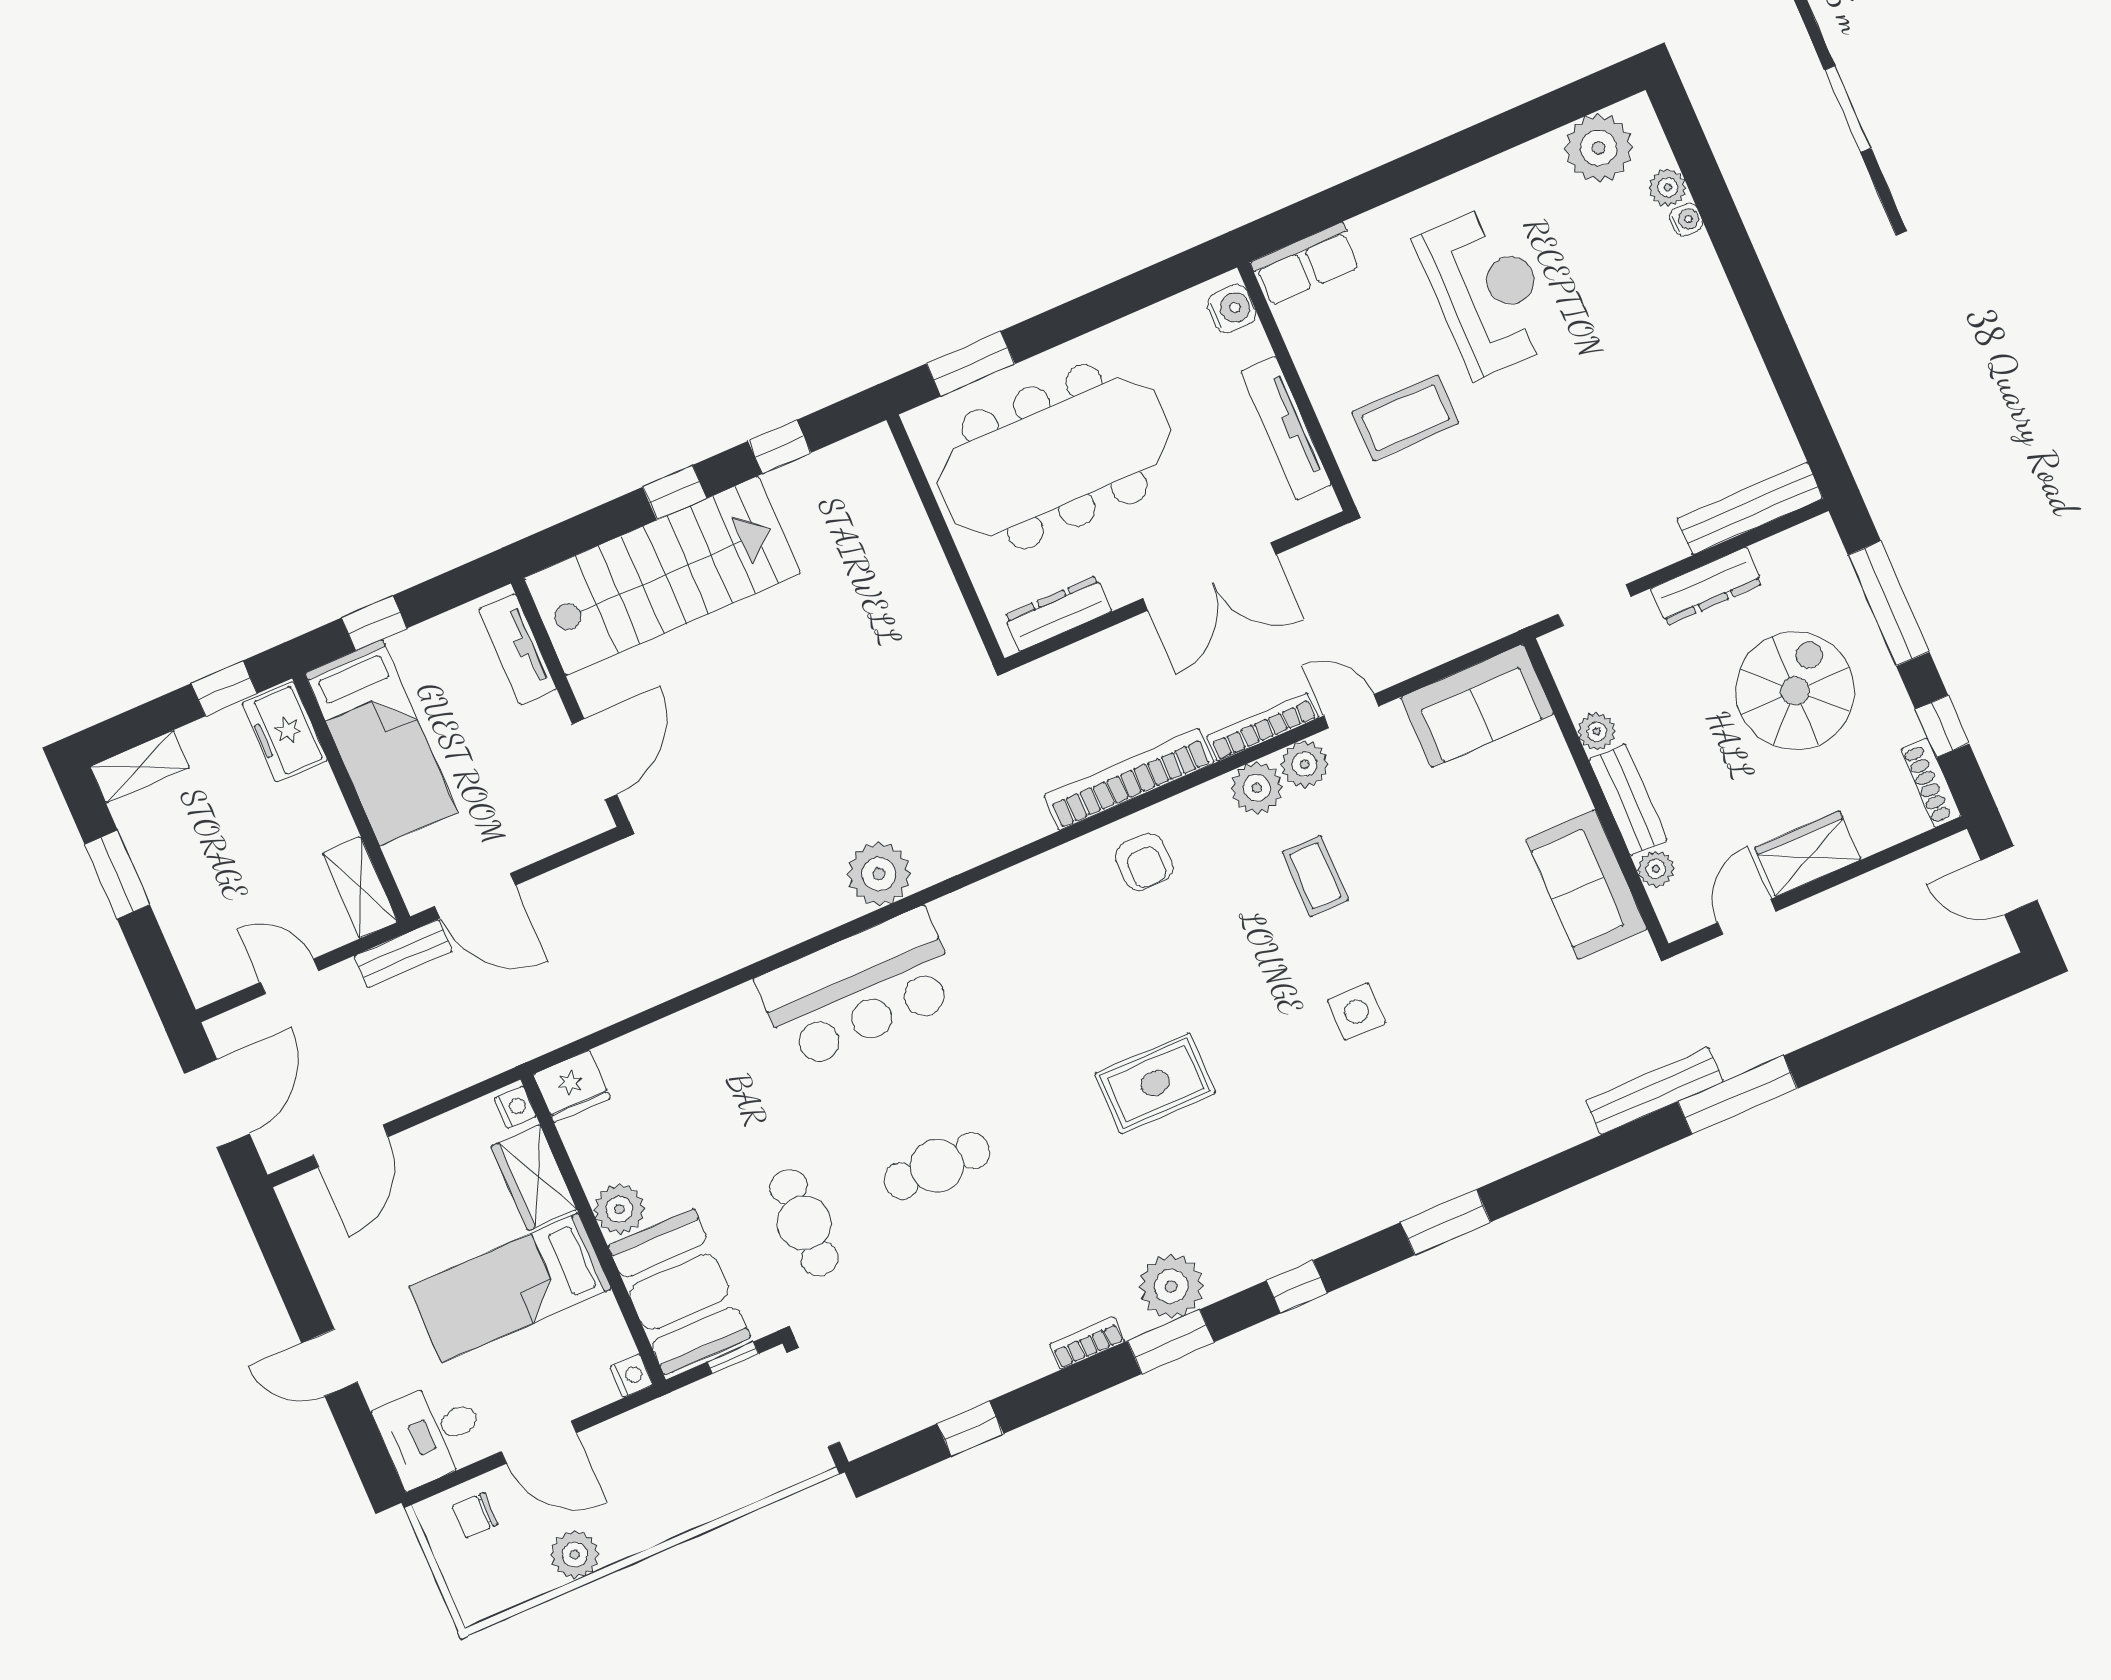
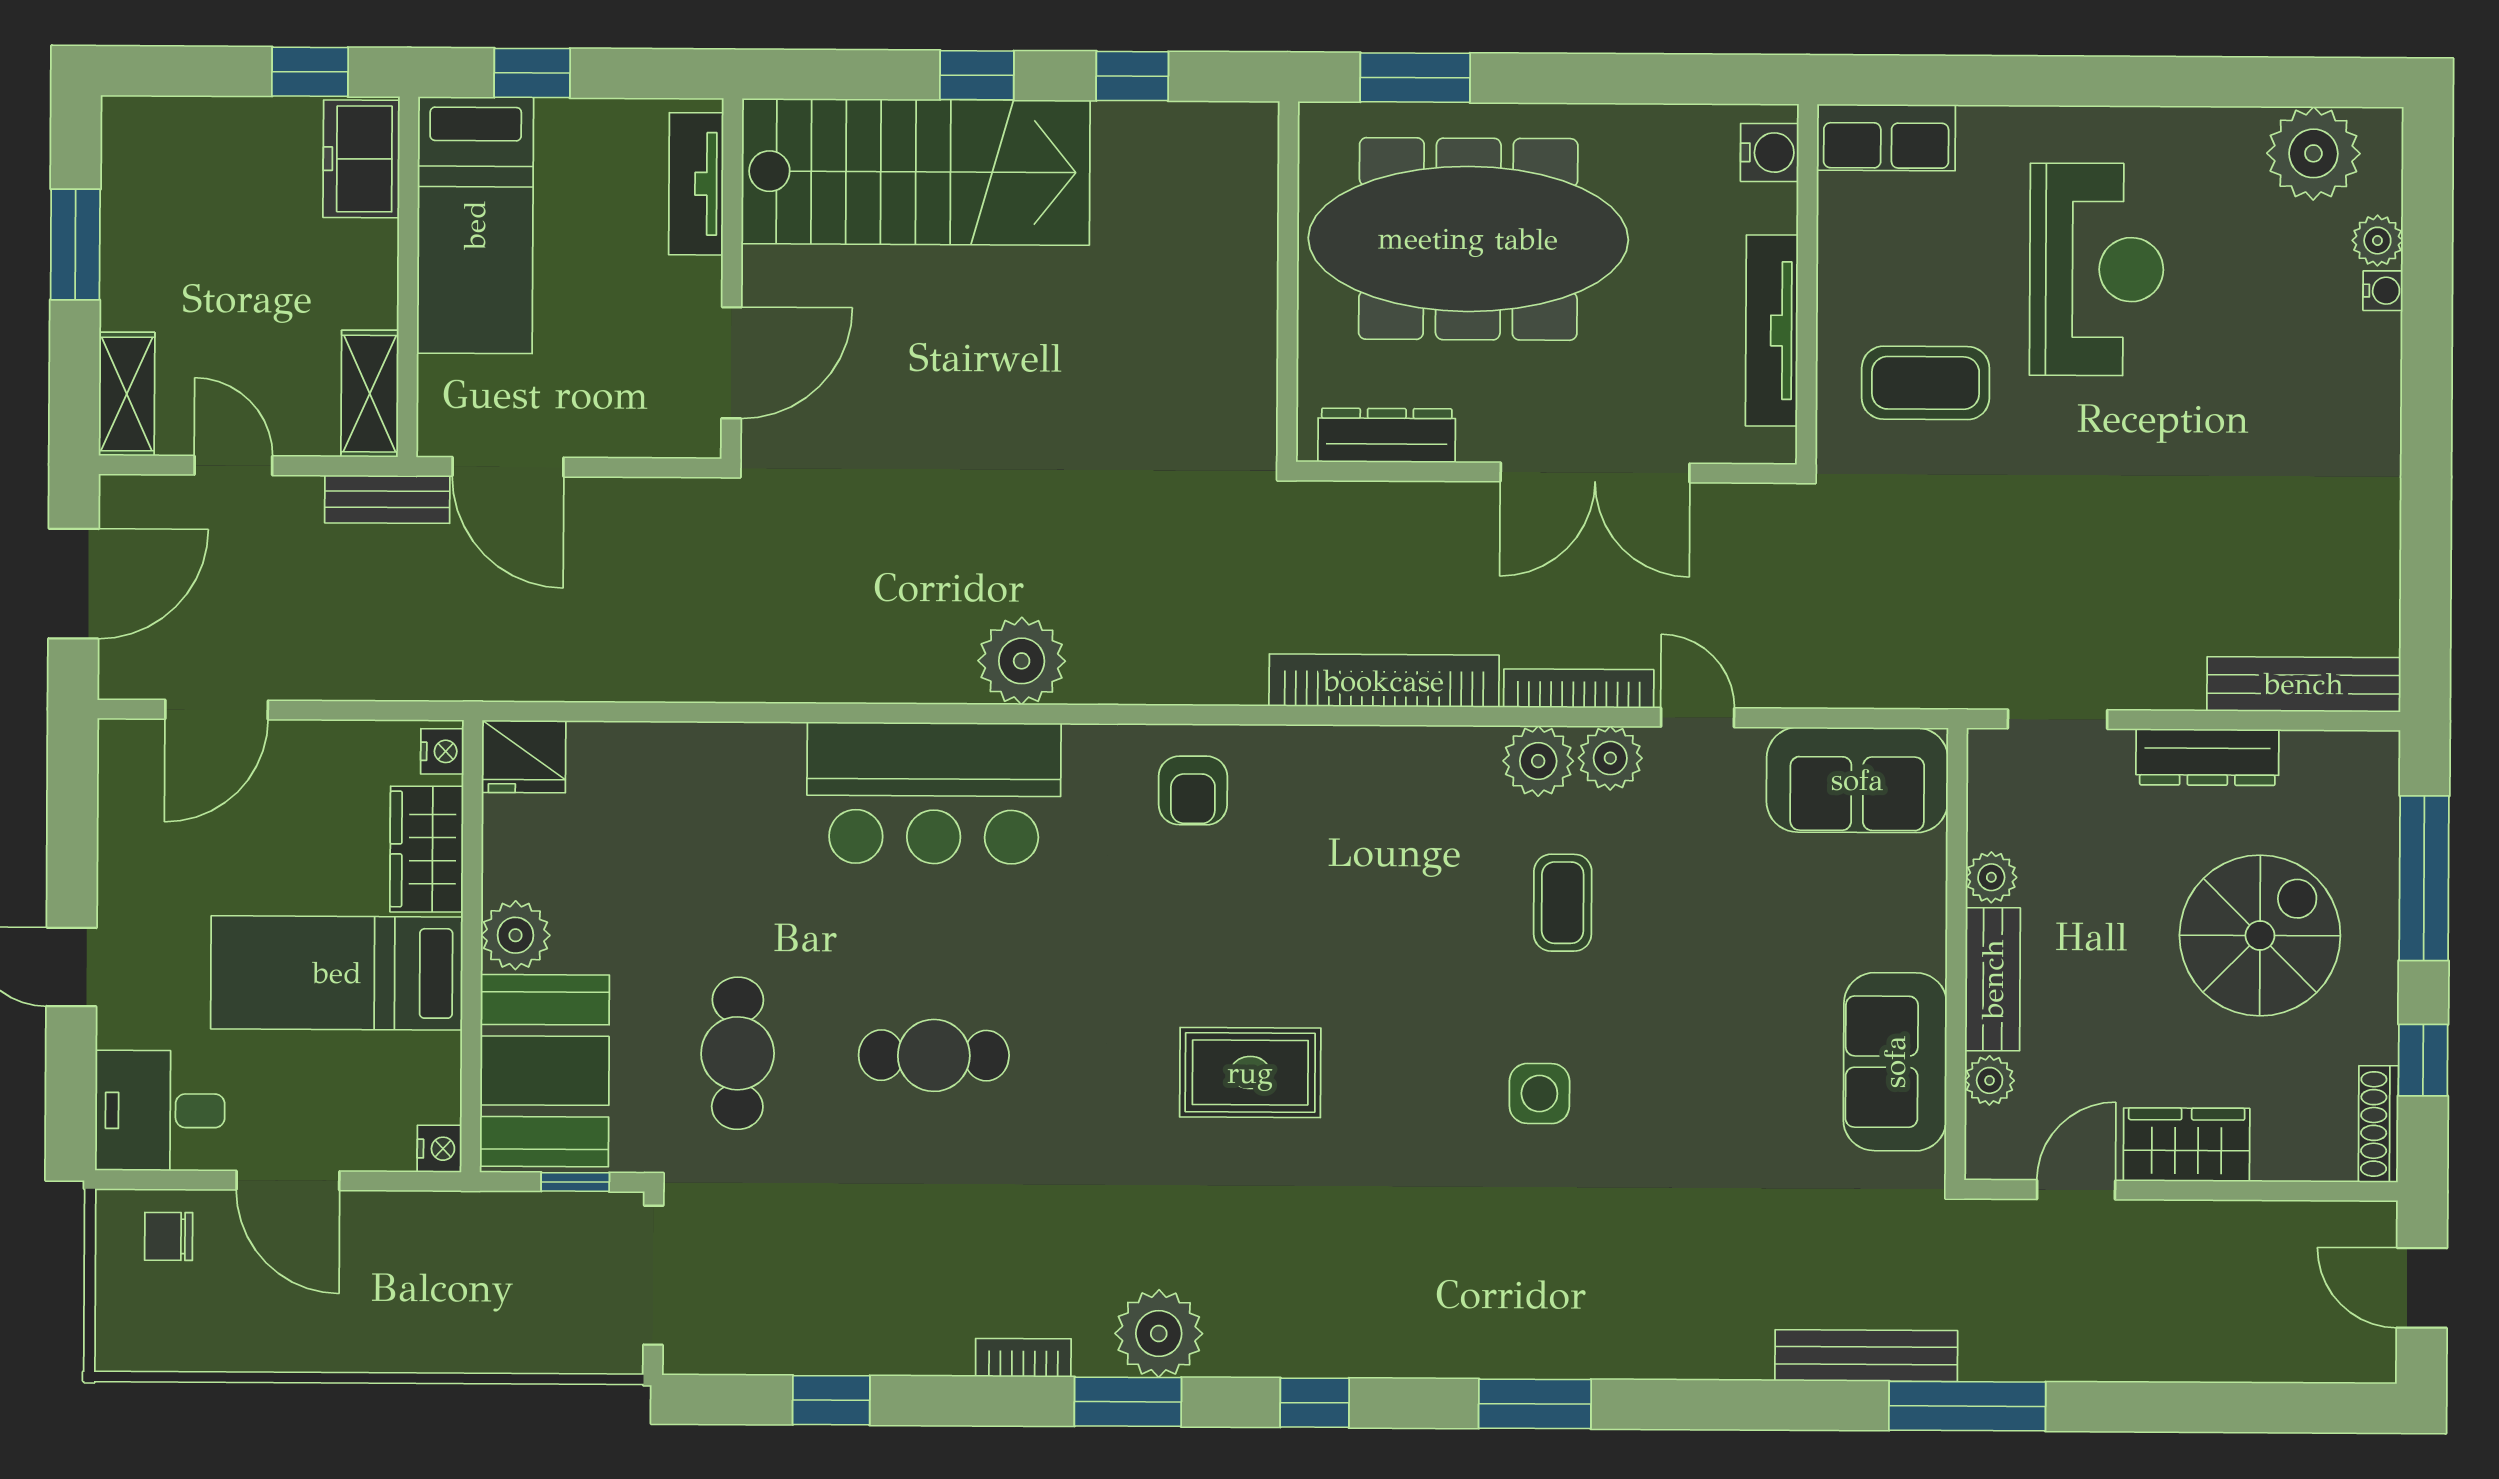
shelving: (140, 767) -> (127, 394), moved, turned 90
armchair: (1144, 862) -> (1193, 790), moved
plant: (575, 1555) -> (271, 1340), removed

